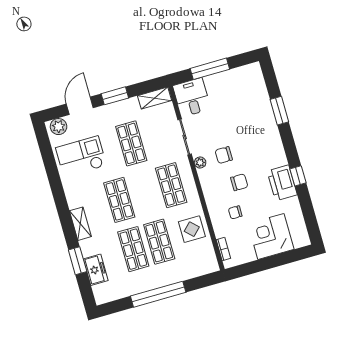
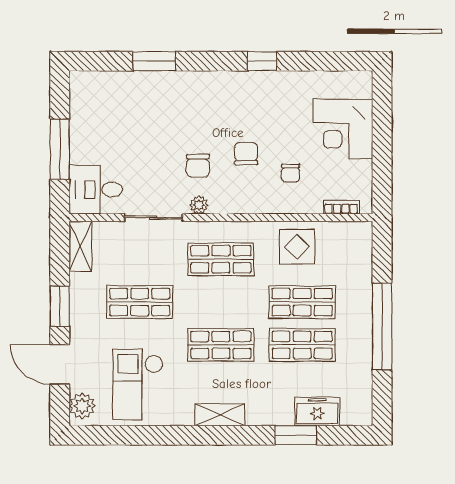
printer: (282, 183) -> (266, 89), removed
shelving: (80, 224) -> (220, 415), moved

